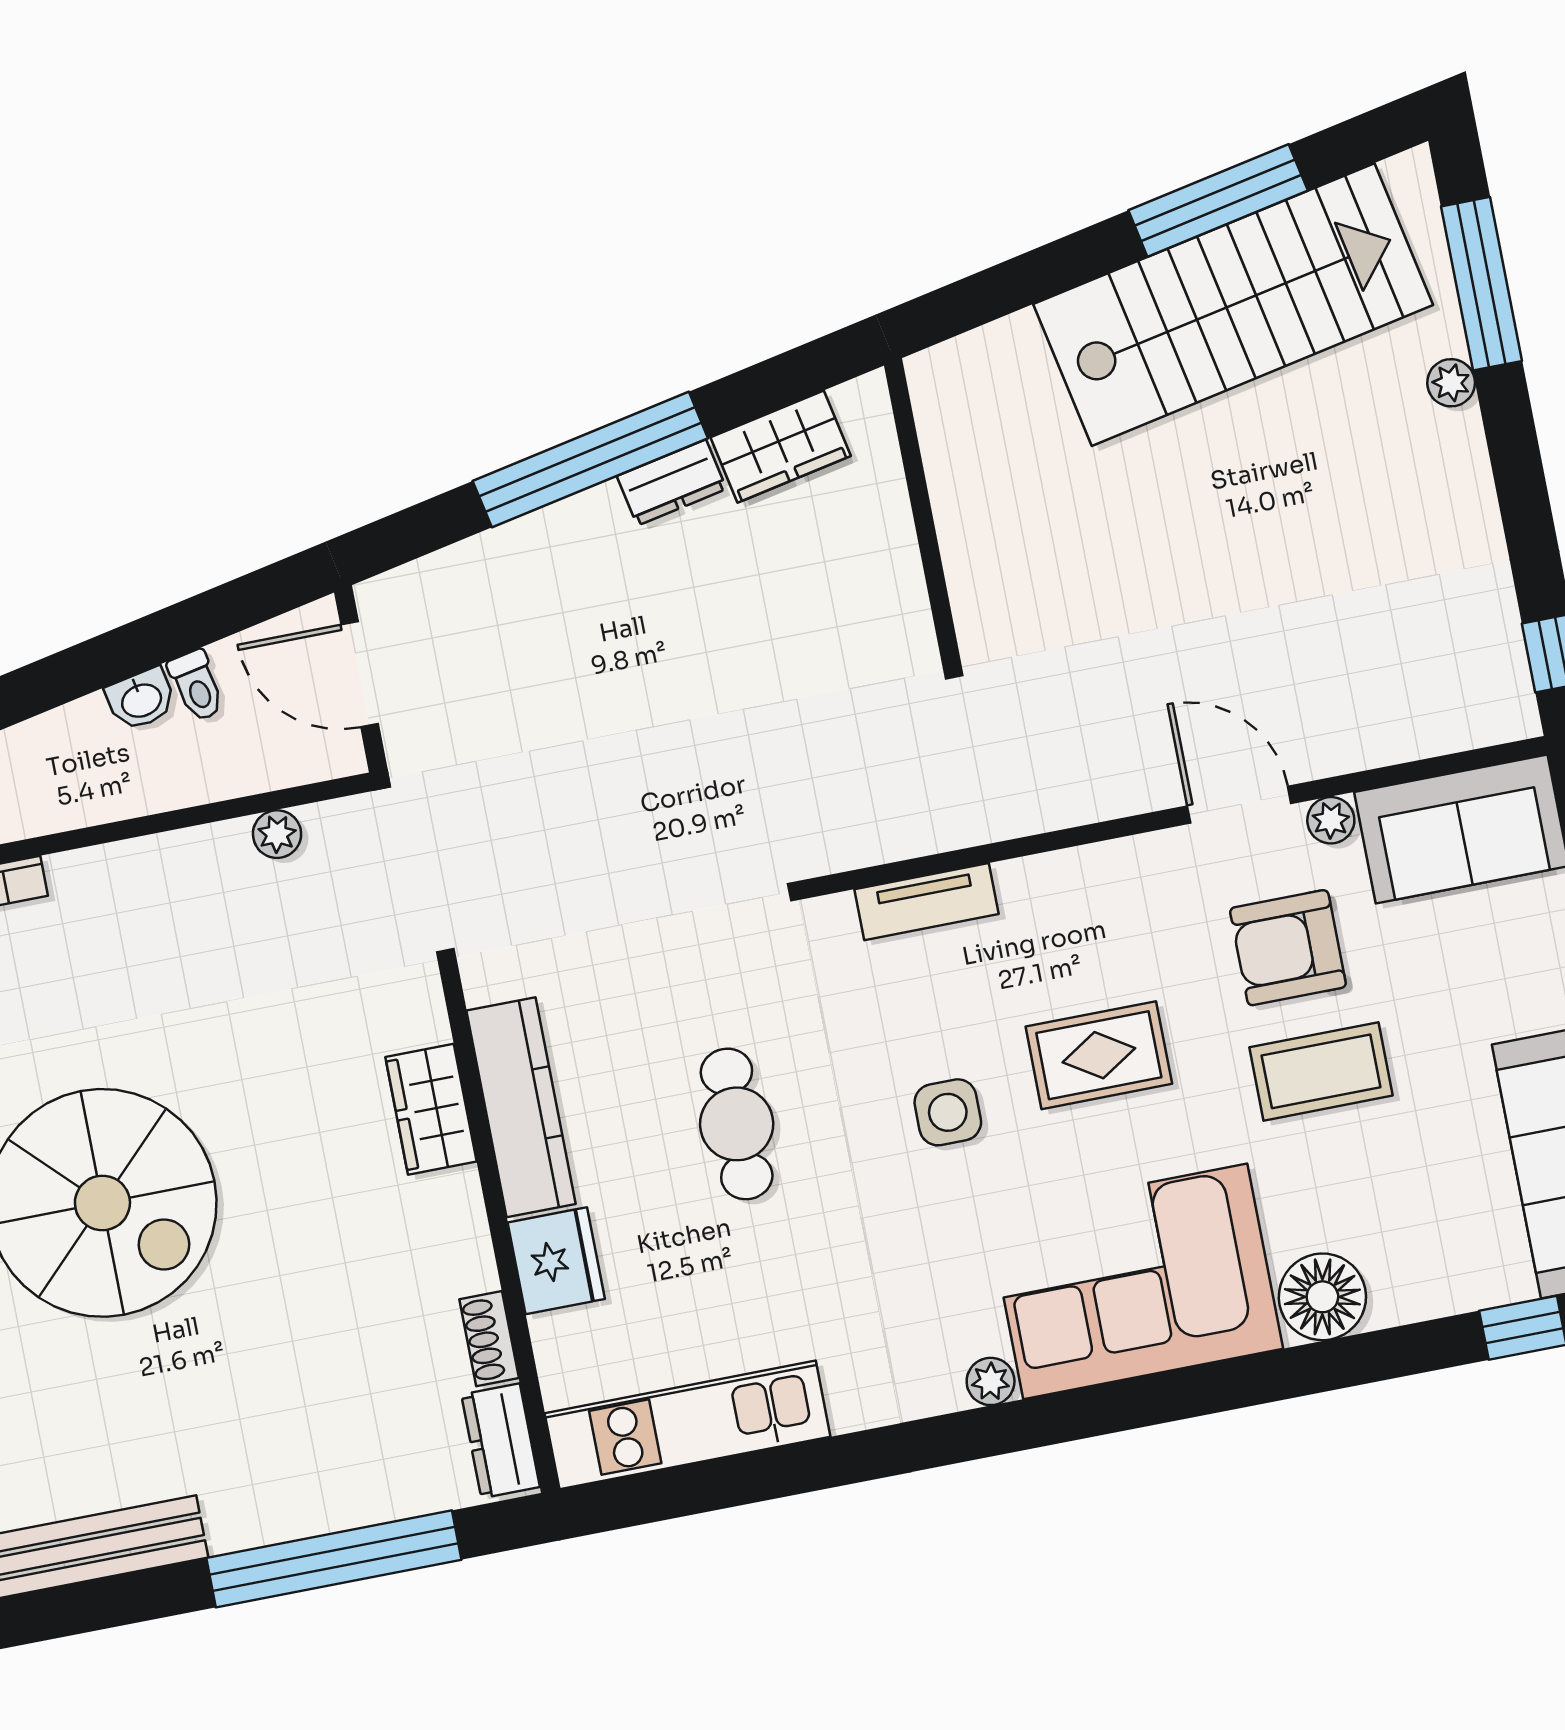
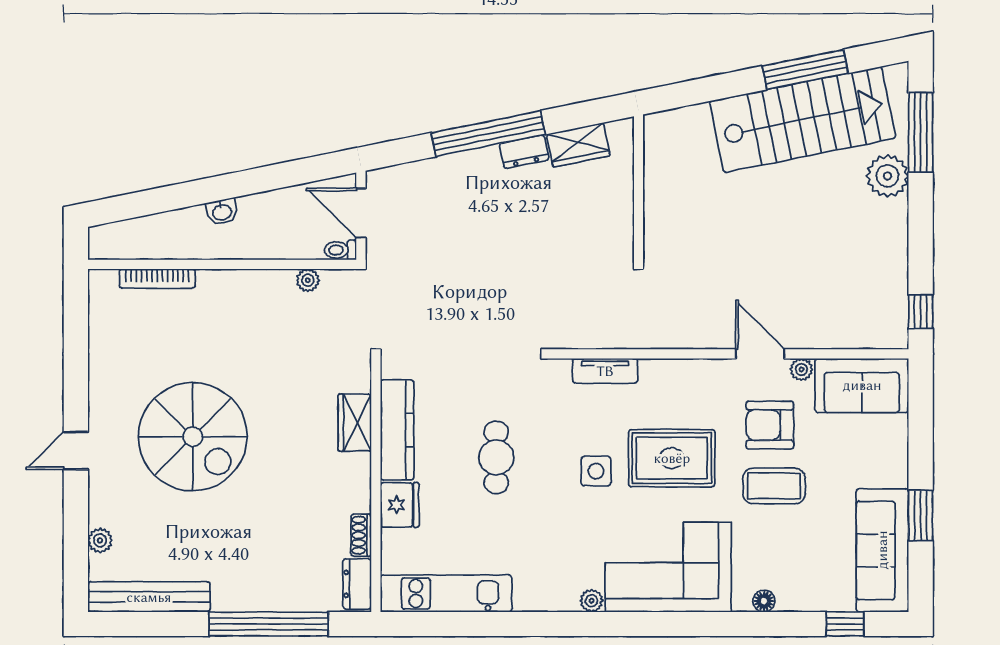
plant: (1451, 383) -> (887, 176), width x1.88, depth x1.88
toilet: (196, 686) -> (340, 250), moved, turned 101
washbasin: (141, 699) -> (222, 212), moved
rug: (1099, 1055) -> (672, 458), width x1.36, depth x1.43
floor lamp: (1322, 1297) -> (764, 601), width x0.53, depth x0.53

